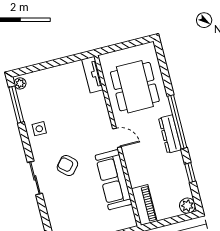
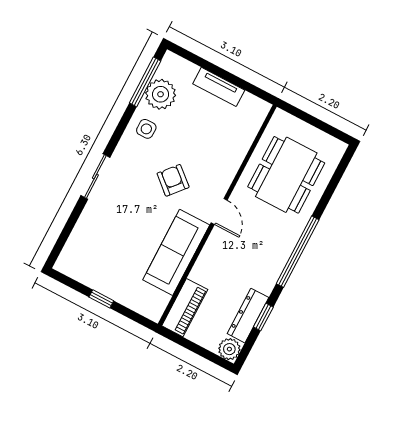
tv unit: (92, 75) -> (219, 87), moved, turned -90
plant: (20, 83) -> (161, 94), moved, width x1.87, depth x1.87
dresser: (170, 134) -> (248, 316), moved
armchair: (67, 166) -> (173, 180), moved

